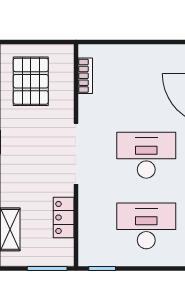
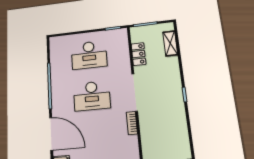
bookcase: (85, 76) -> (132, 123), moved
pallet: (31, 81) -> (169, 135), removed

